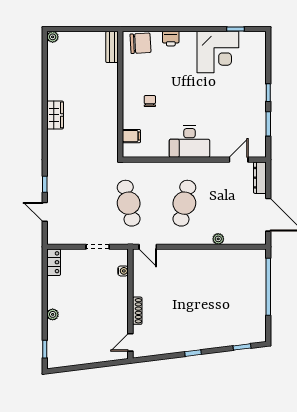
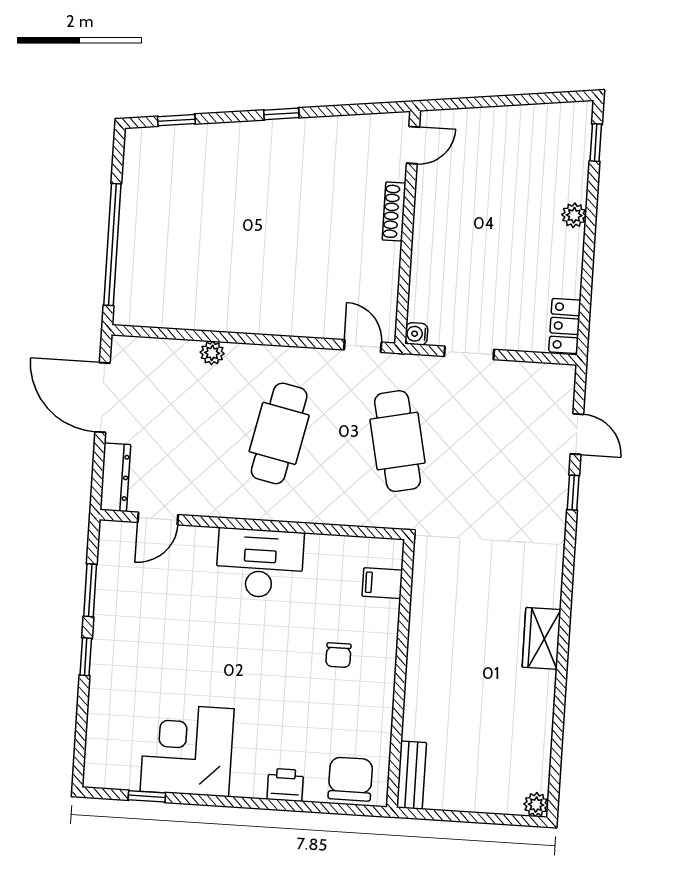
chair: (140, 43) -> (350, 779), turned 93
water cooler: (123, 271) -> (416, 334), moved

